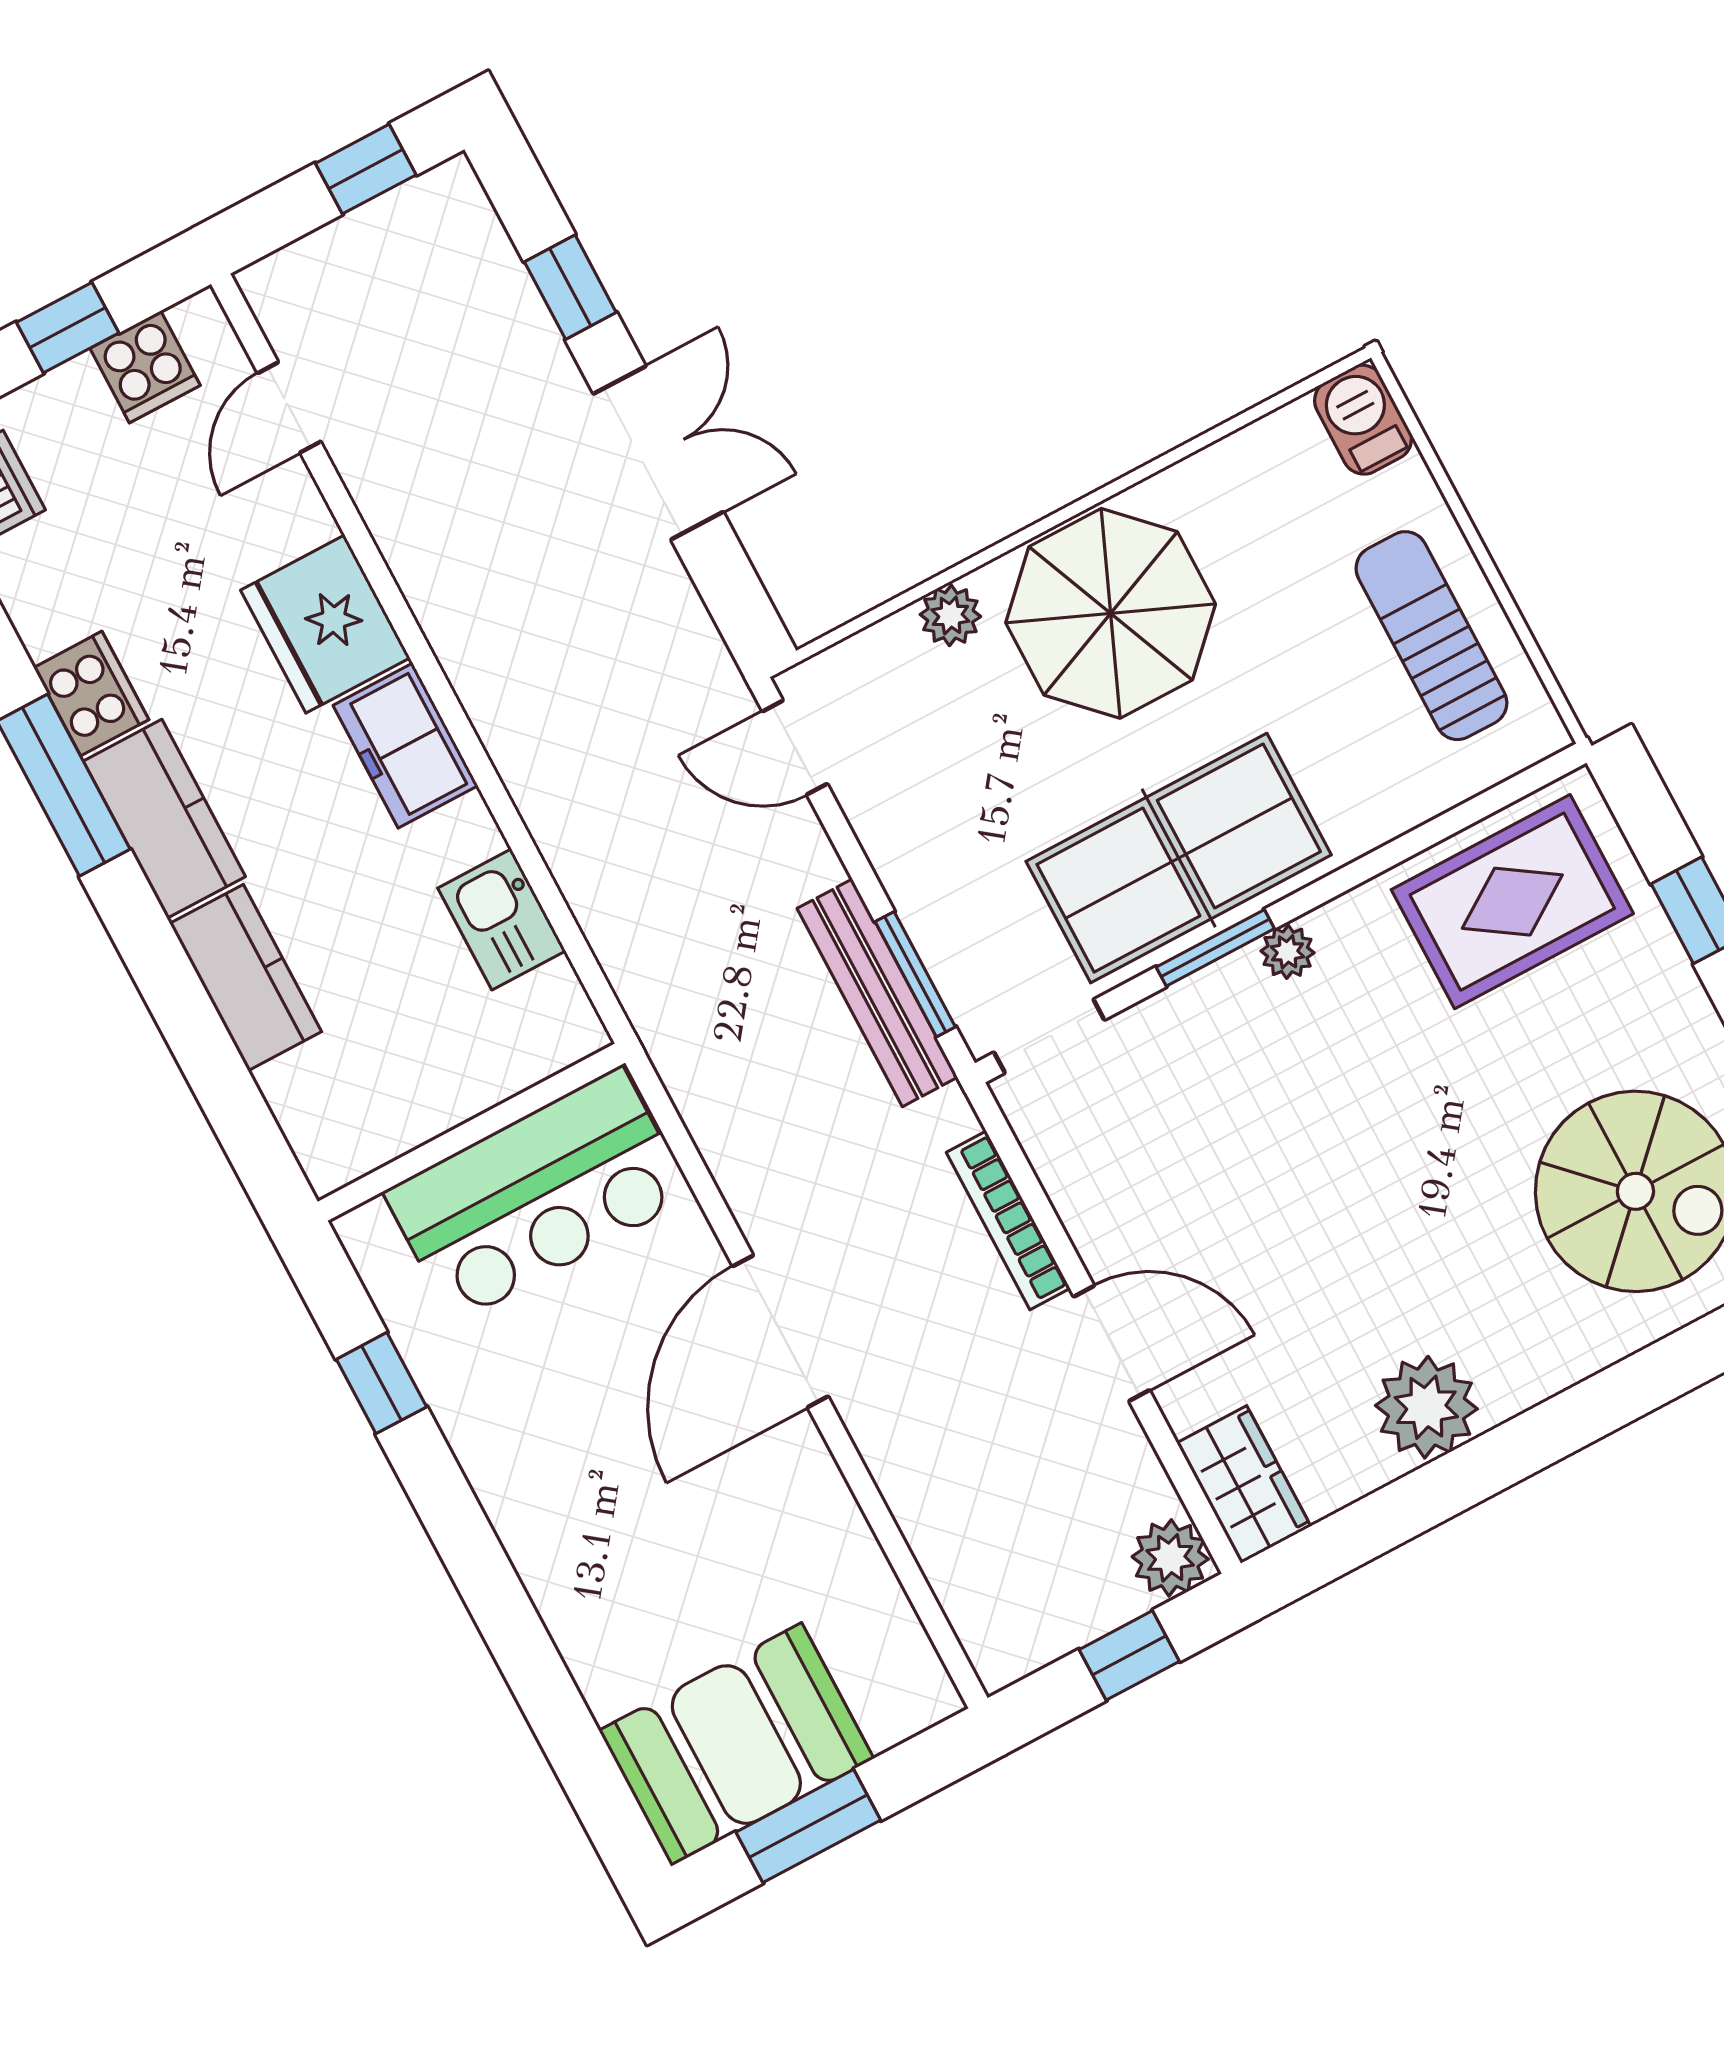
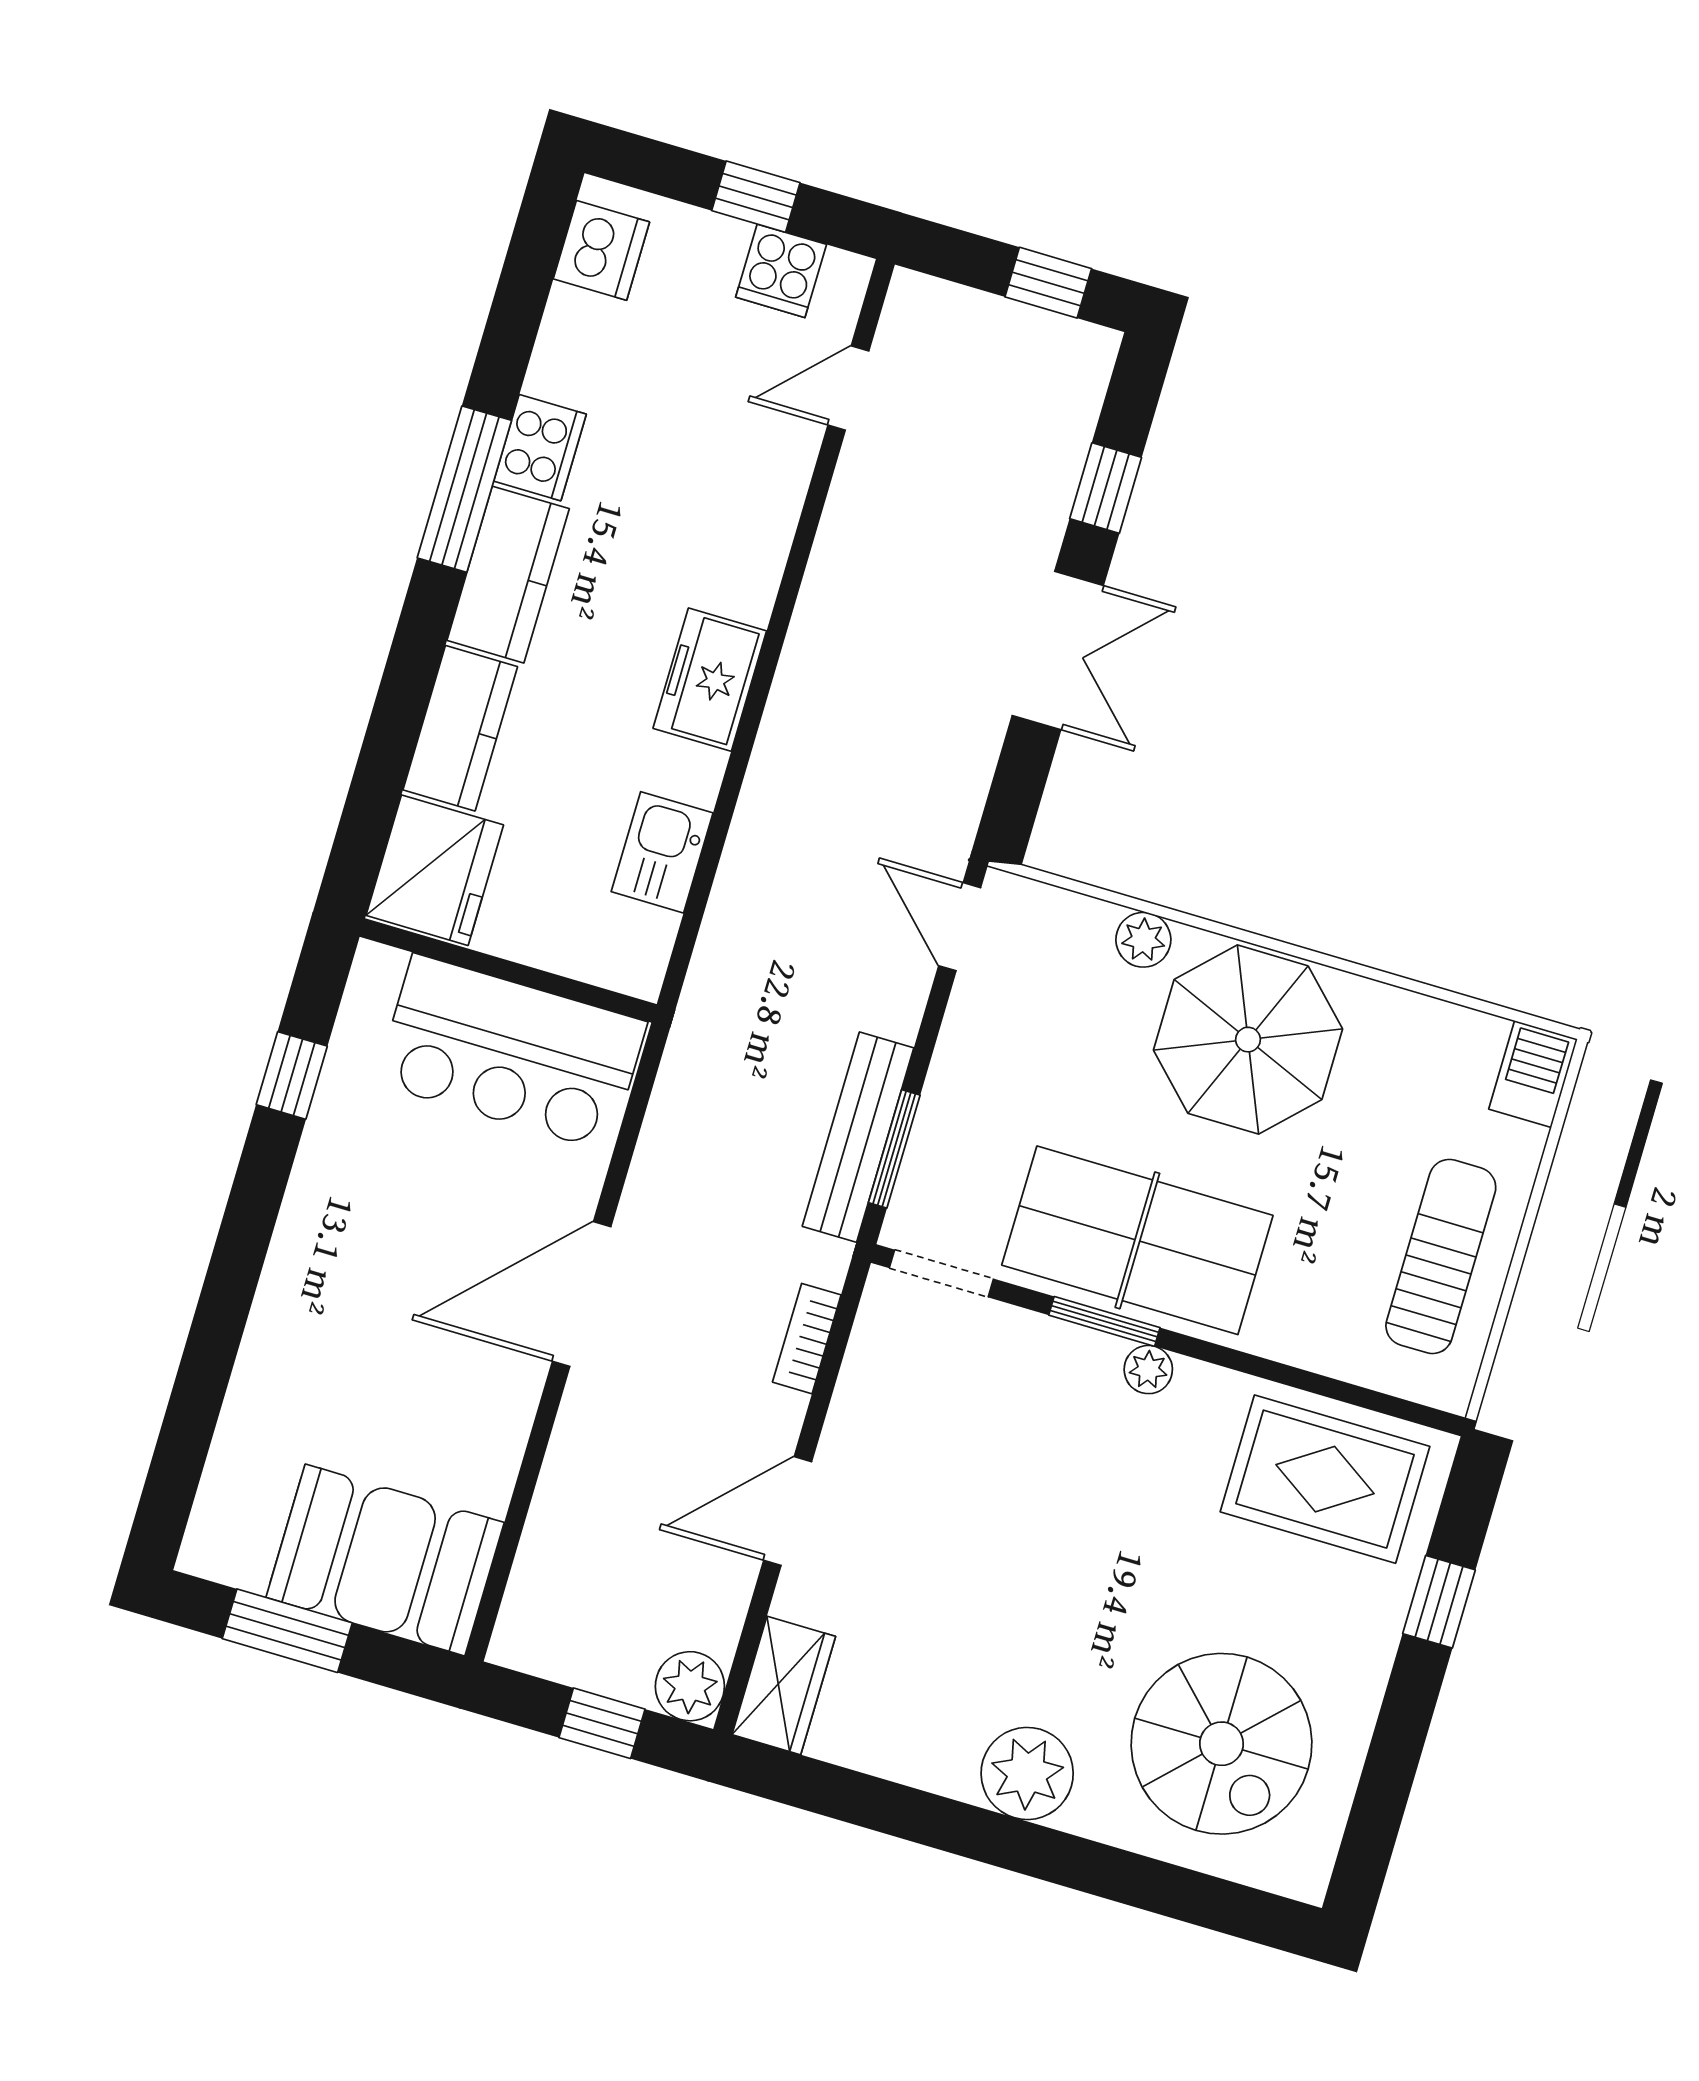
fridge: (325, 624) -> (435, 870), moved, turned 180
bookcase: (1008, 1220) -> (807, 1339), width x0.64
door: (1112, 1343) -> (788, 1511), swing flipped
plant: (1426, 1407) -> (1027, 1773), moved
booth: (736, 1745) -> (385, 1560), moved

